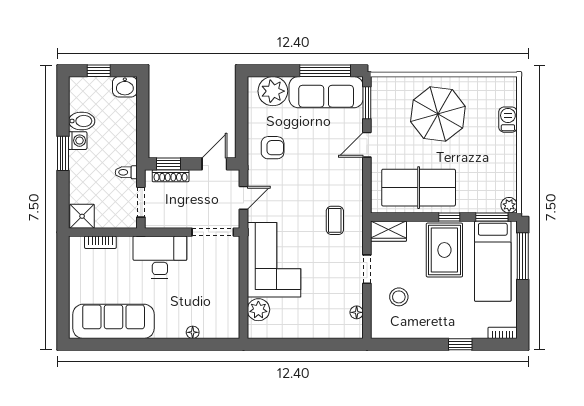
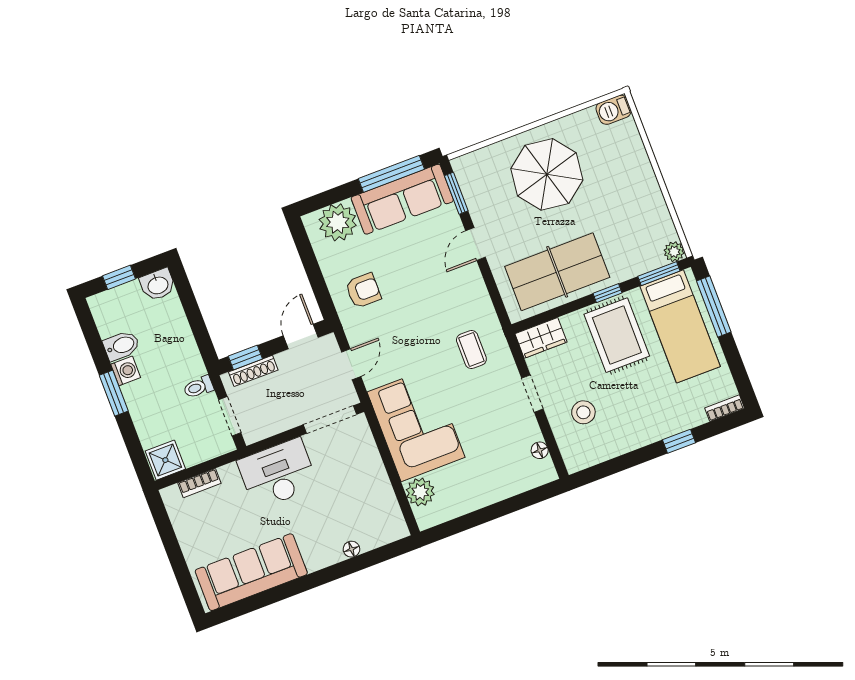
barbecue: (508, 120) -> (614, 110), moved, turned -90

